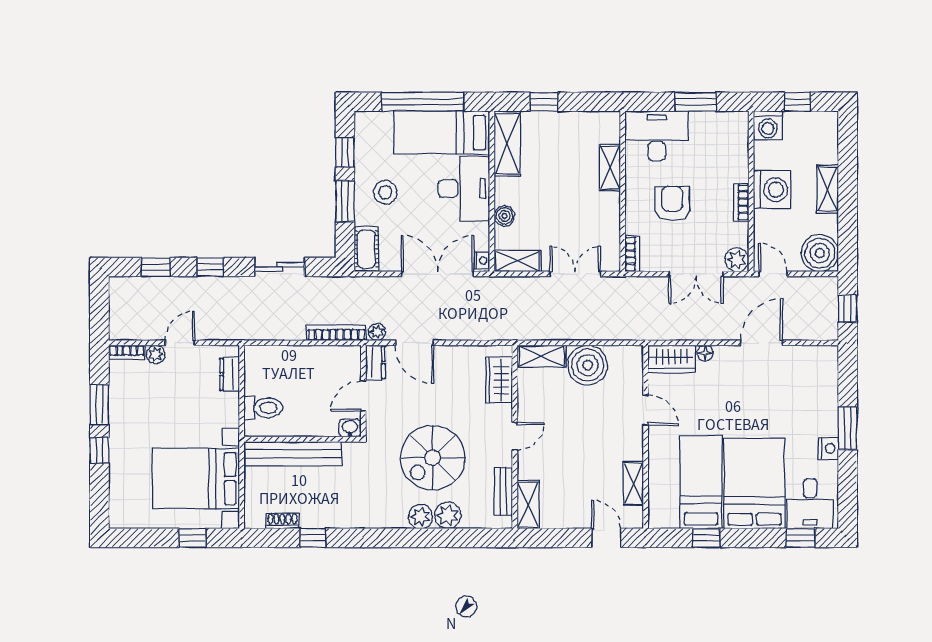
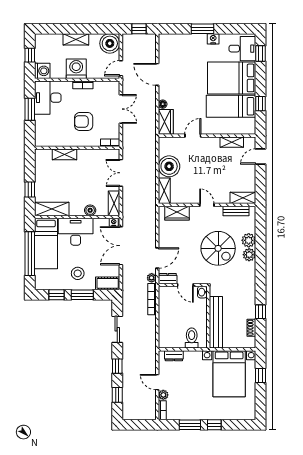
desk: (657, 136) -> (48, 98), moved
plant: (737, 260) -> (113, 87), removed

